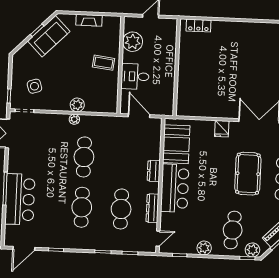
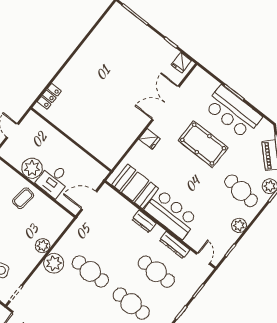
plant: (133, 42) -> (32, 168), moved
plant: (74, 119) -> (54, 263), width x1.87, depth x1.87

